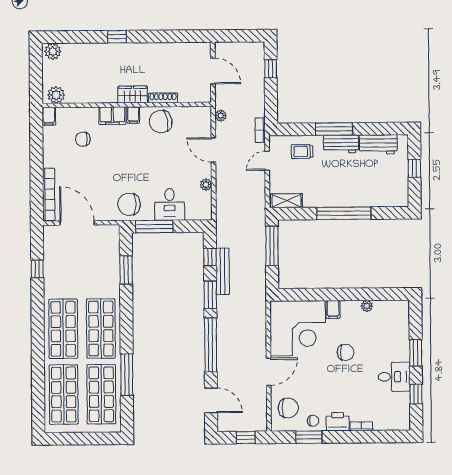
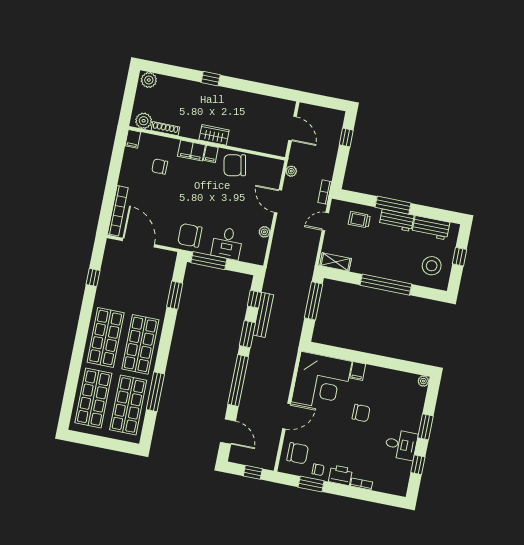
shoe rack: (163, 98) -> (165, 129), moved
stool: (387, 184) -> (432, 266), added
plant: (367, 306) -> (423, 381), moved

